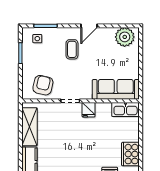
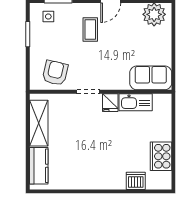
sofa: (116, 89) -> (151, 78), width x0.73
kitchen sink: (126, 109) -> (136, 102), moved

